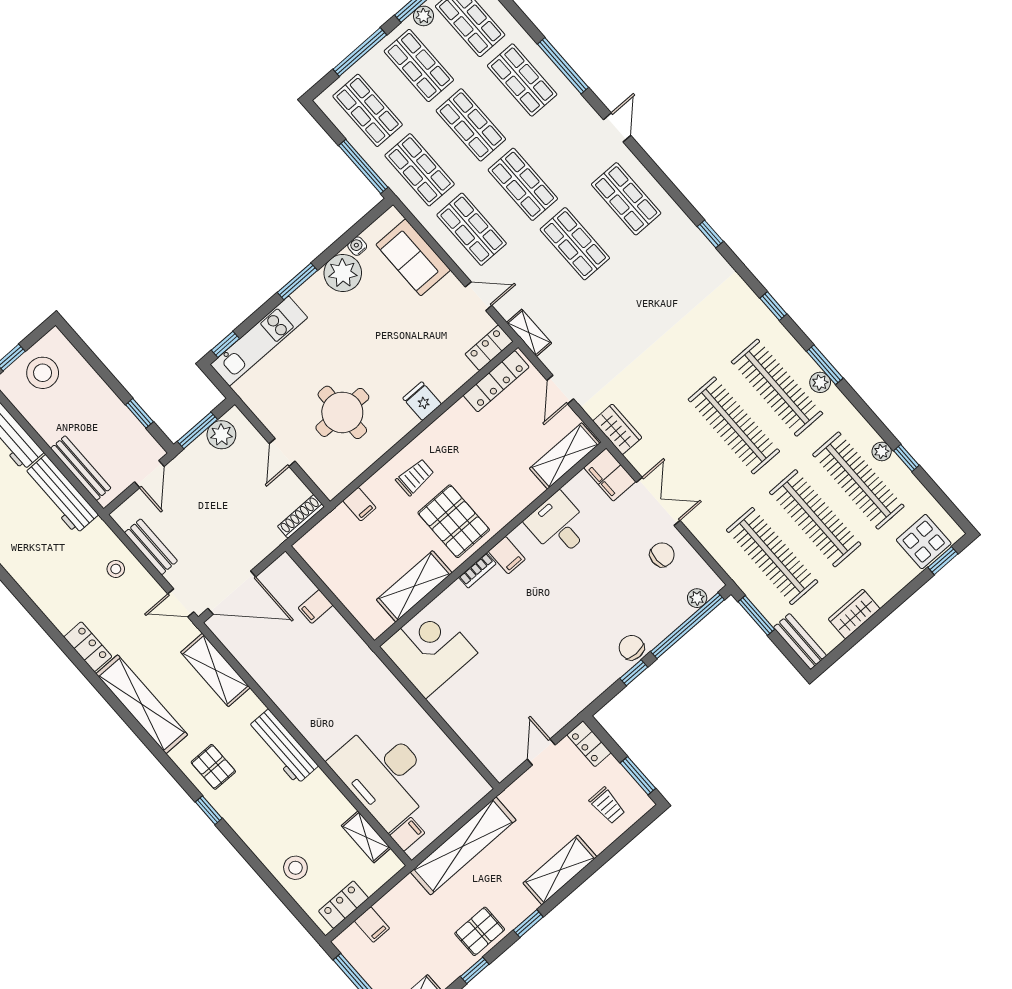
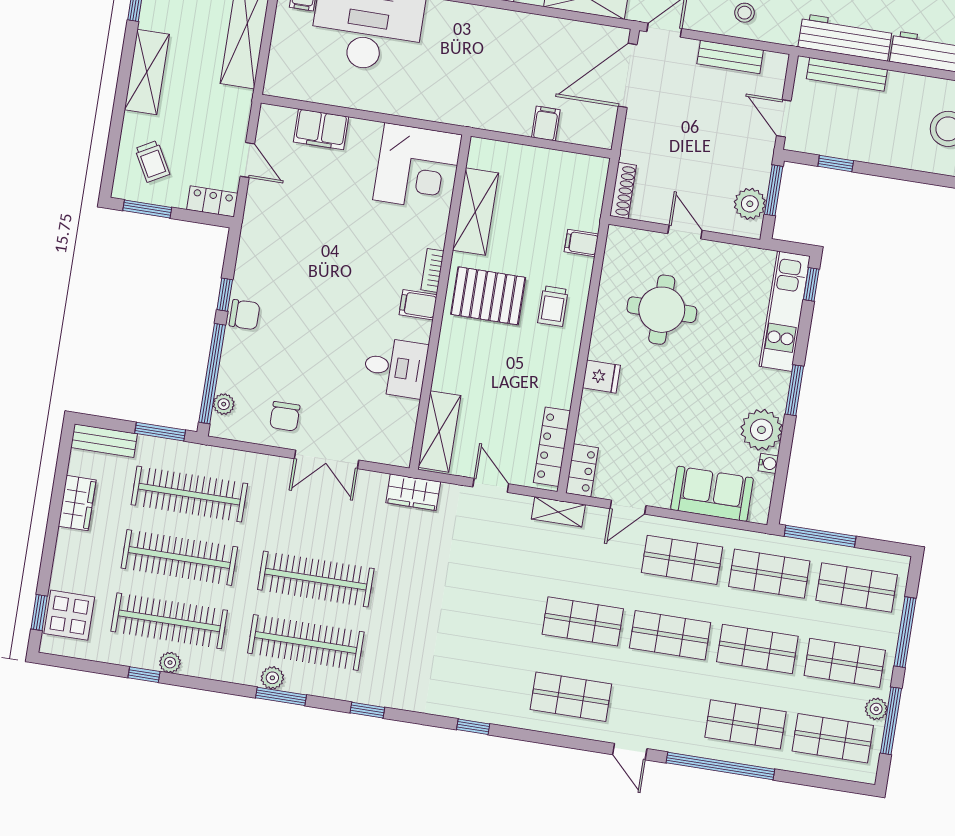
window: (563, 66) -> (720, 766), width x1.46
filing cabinet: (610, 475) -> (321, 129), moved, turned 180
trolley: (607, 806) -> (152, 161), turned -119

